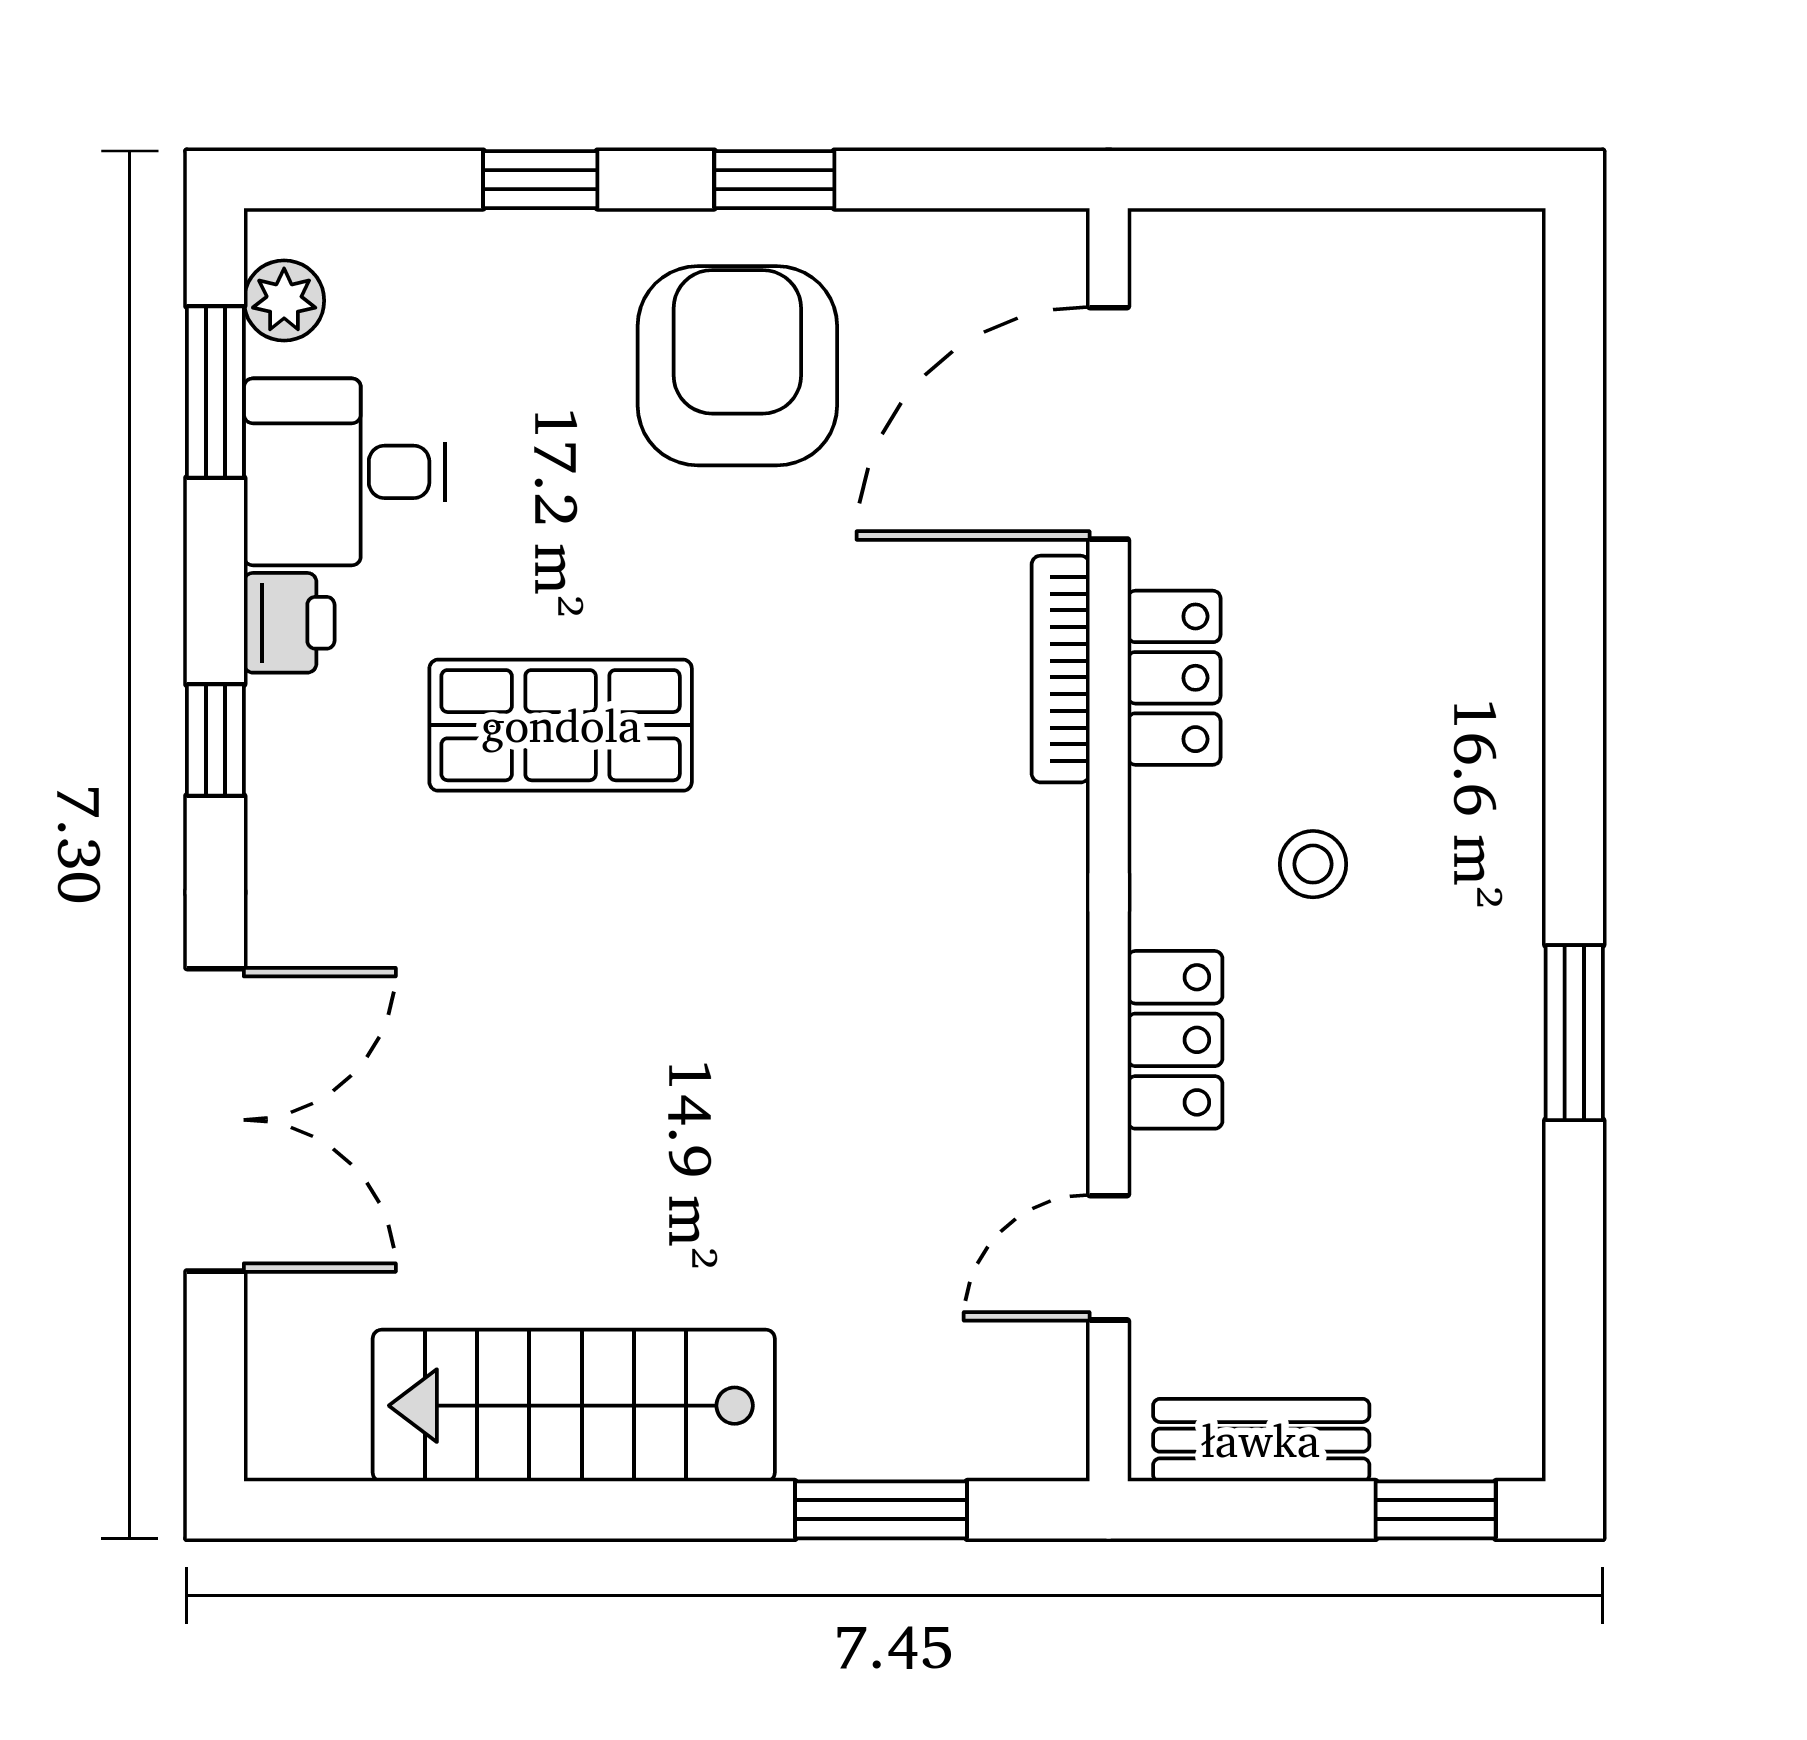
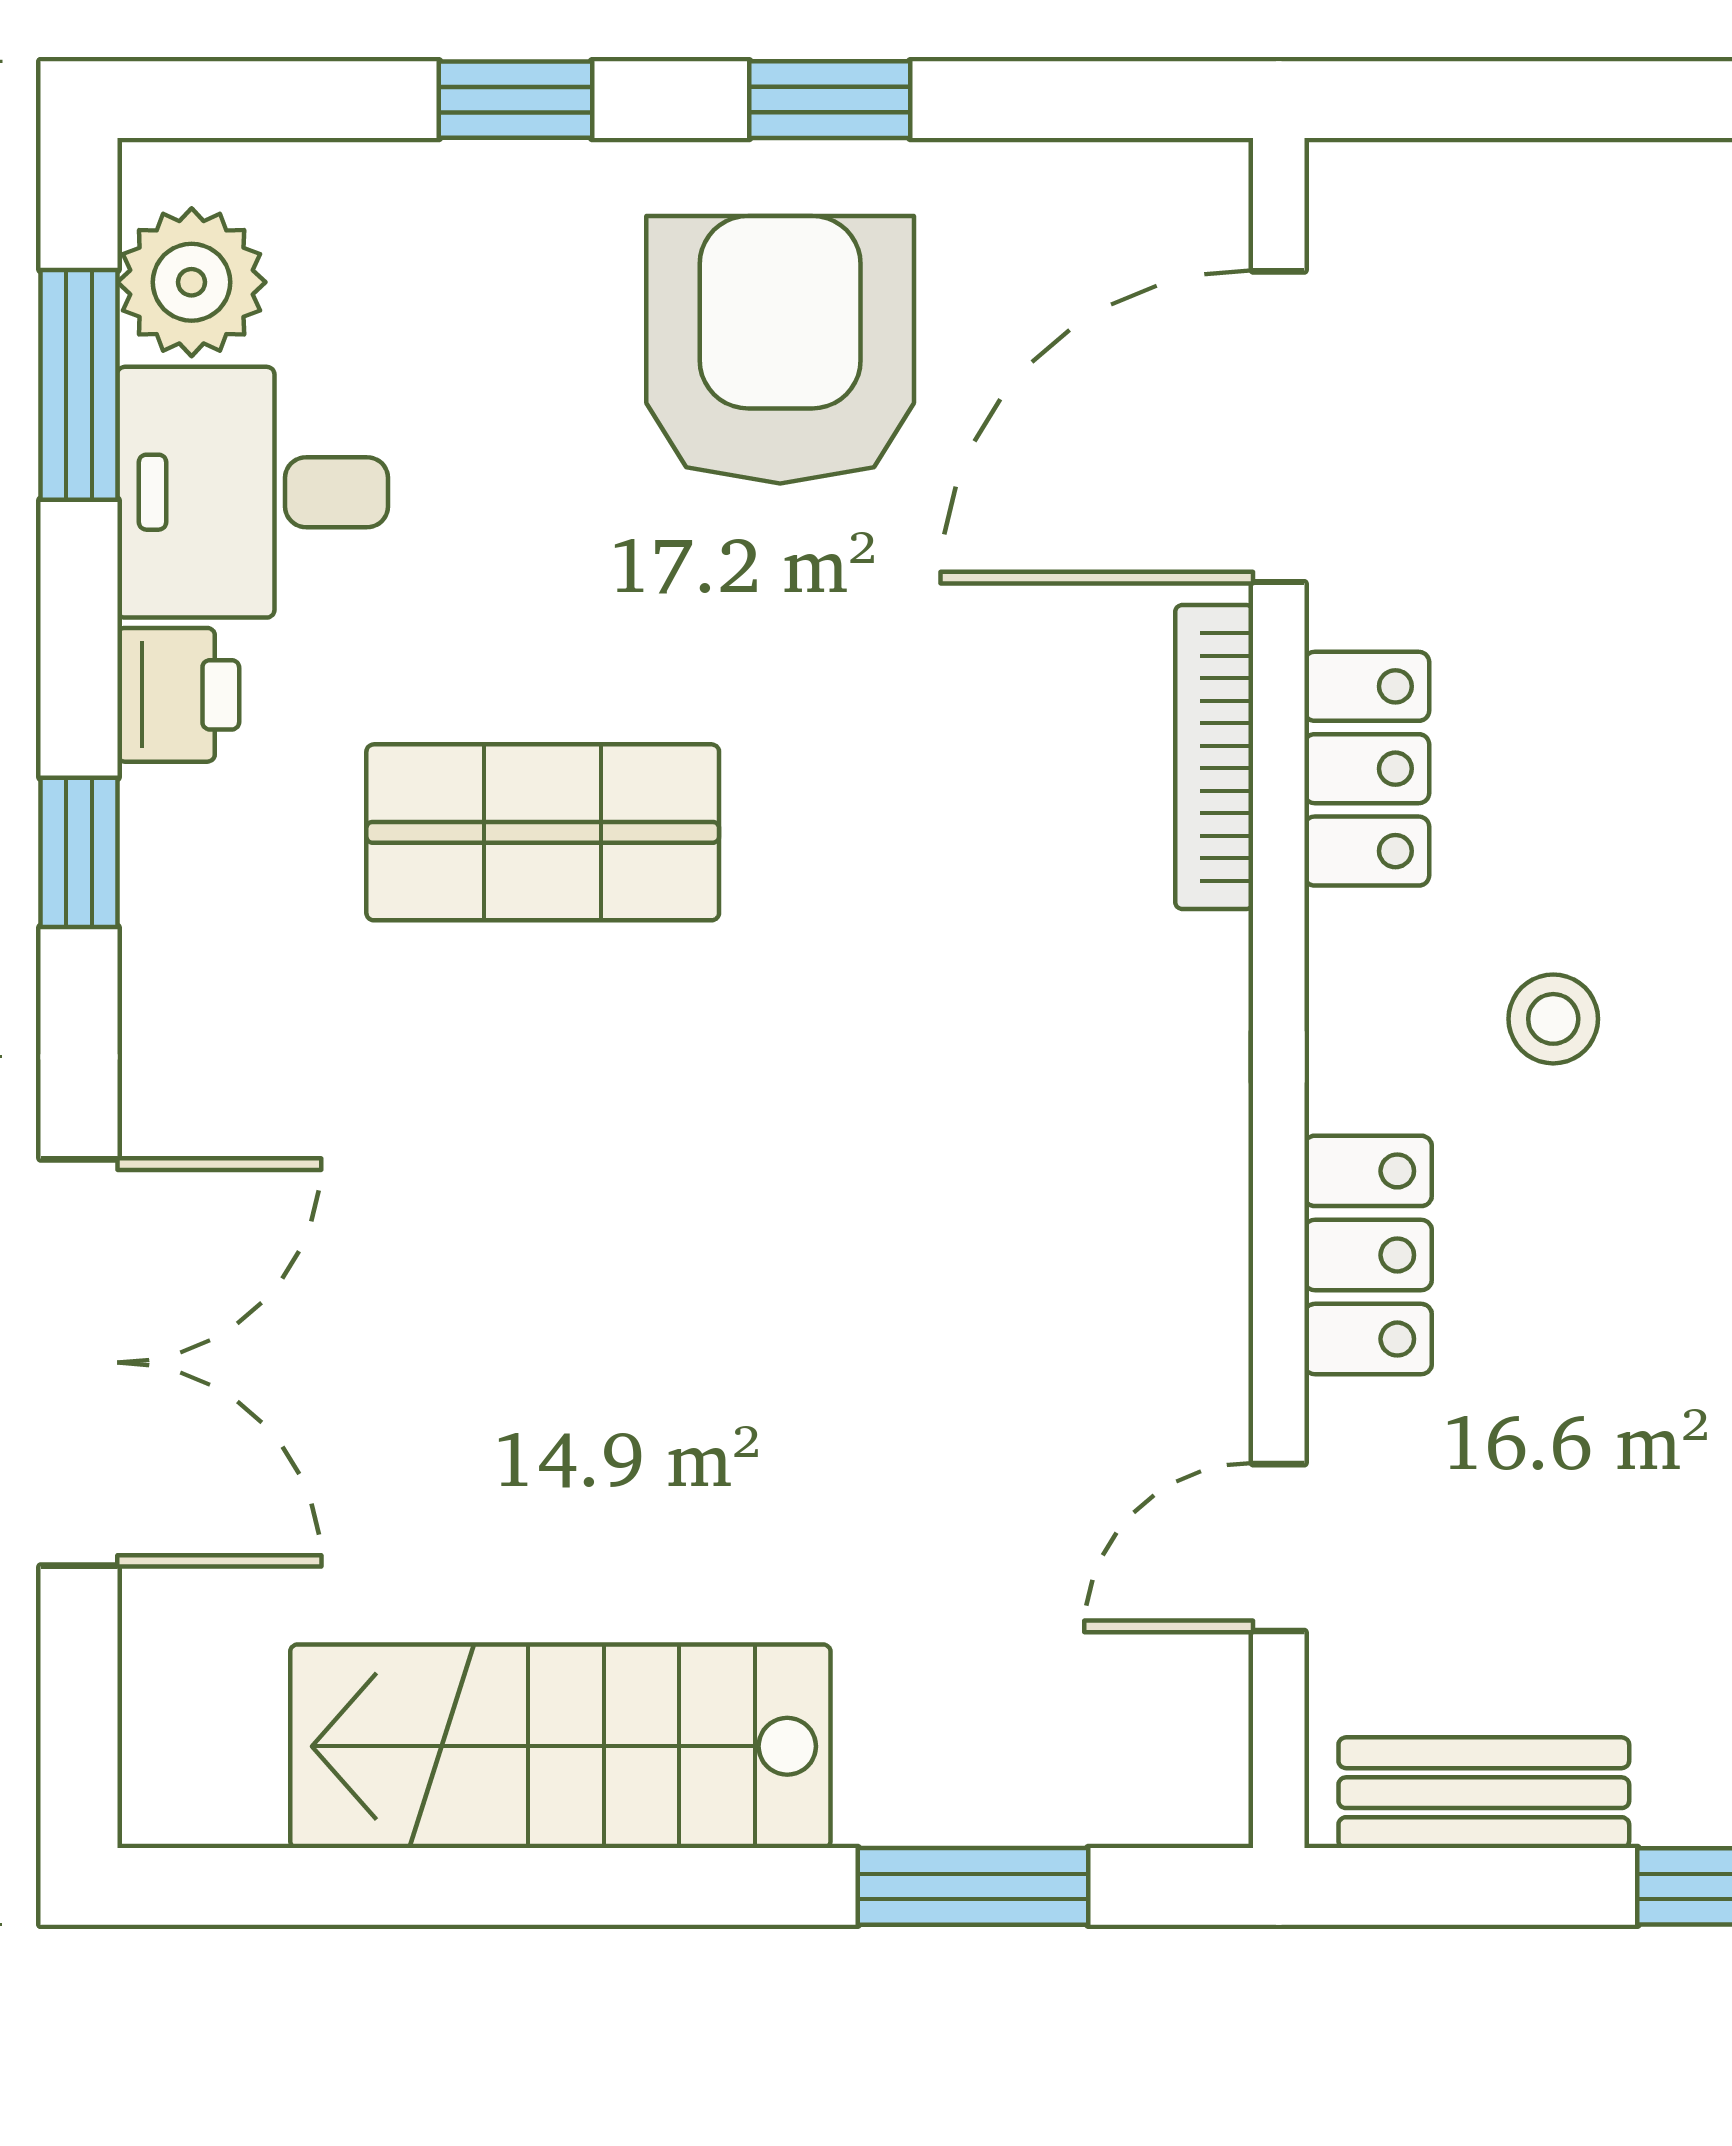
plant: (284, 301) -> (192, 282), width x1.38, depth x1.38

